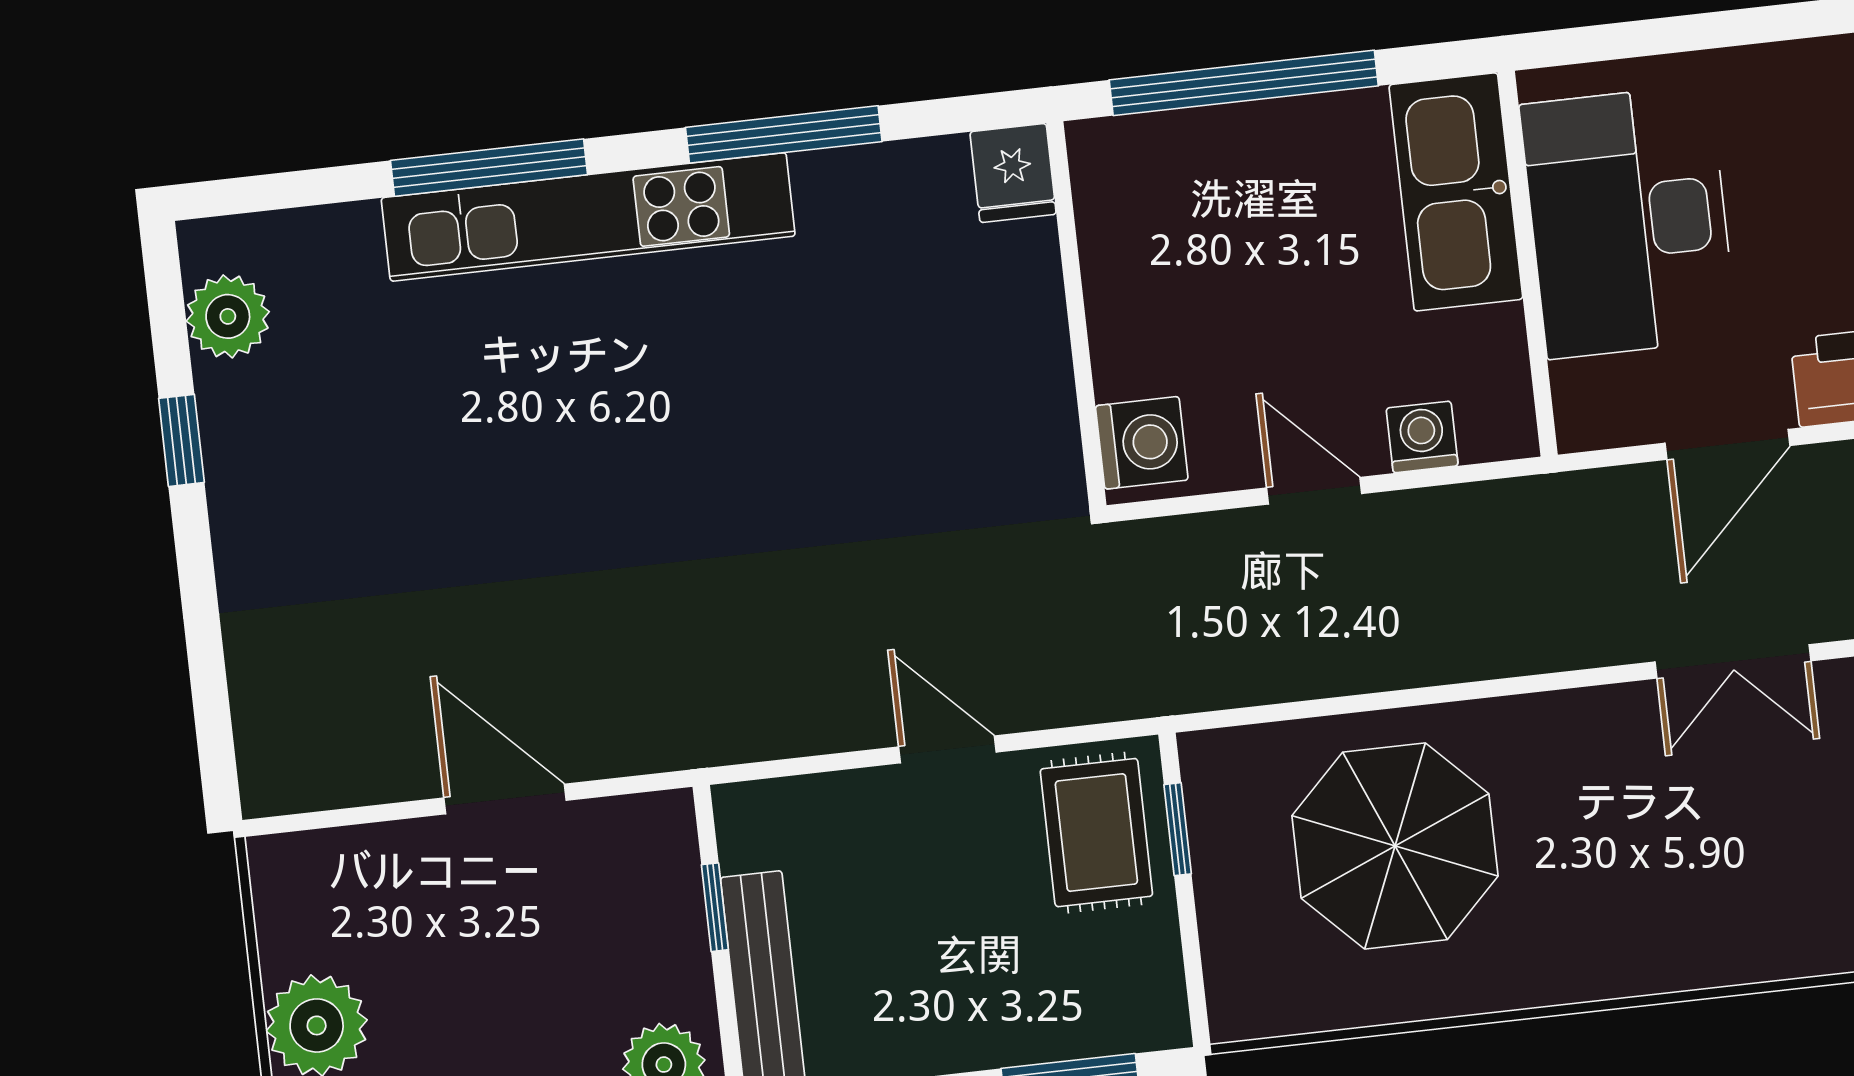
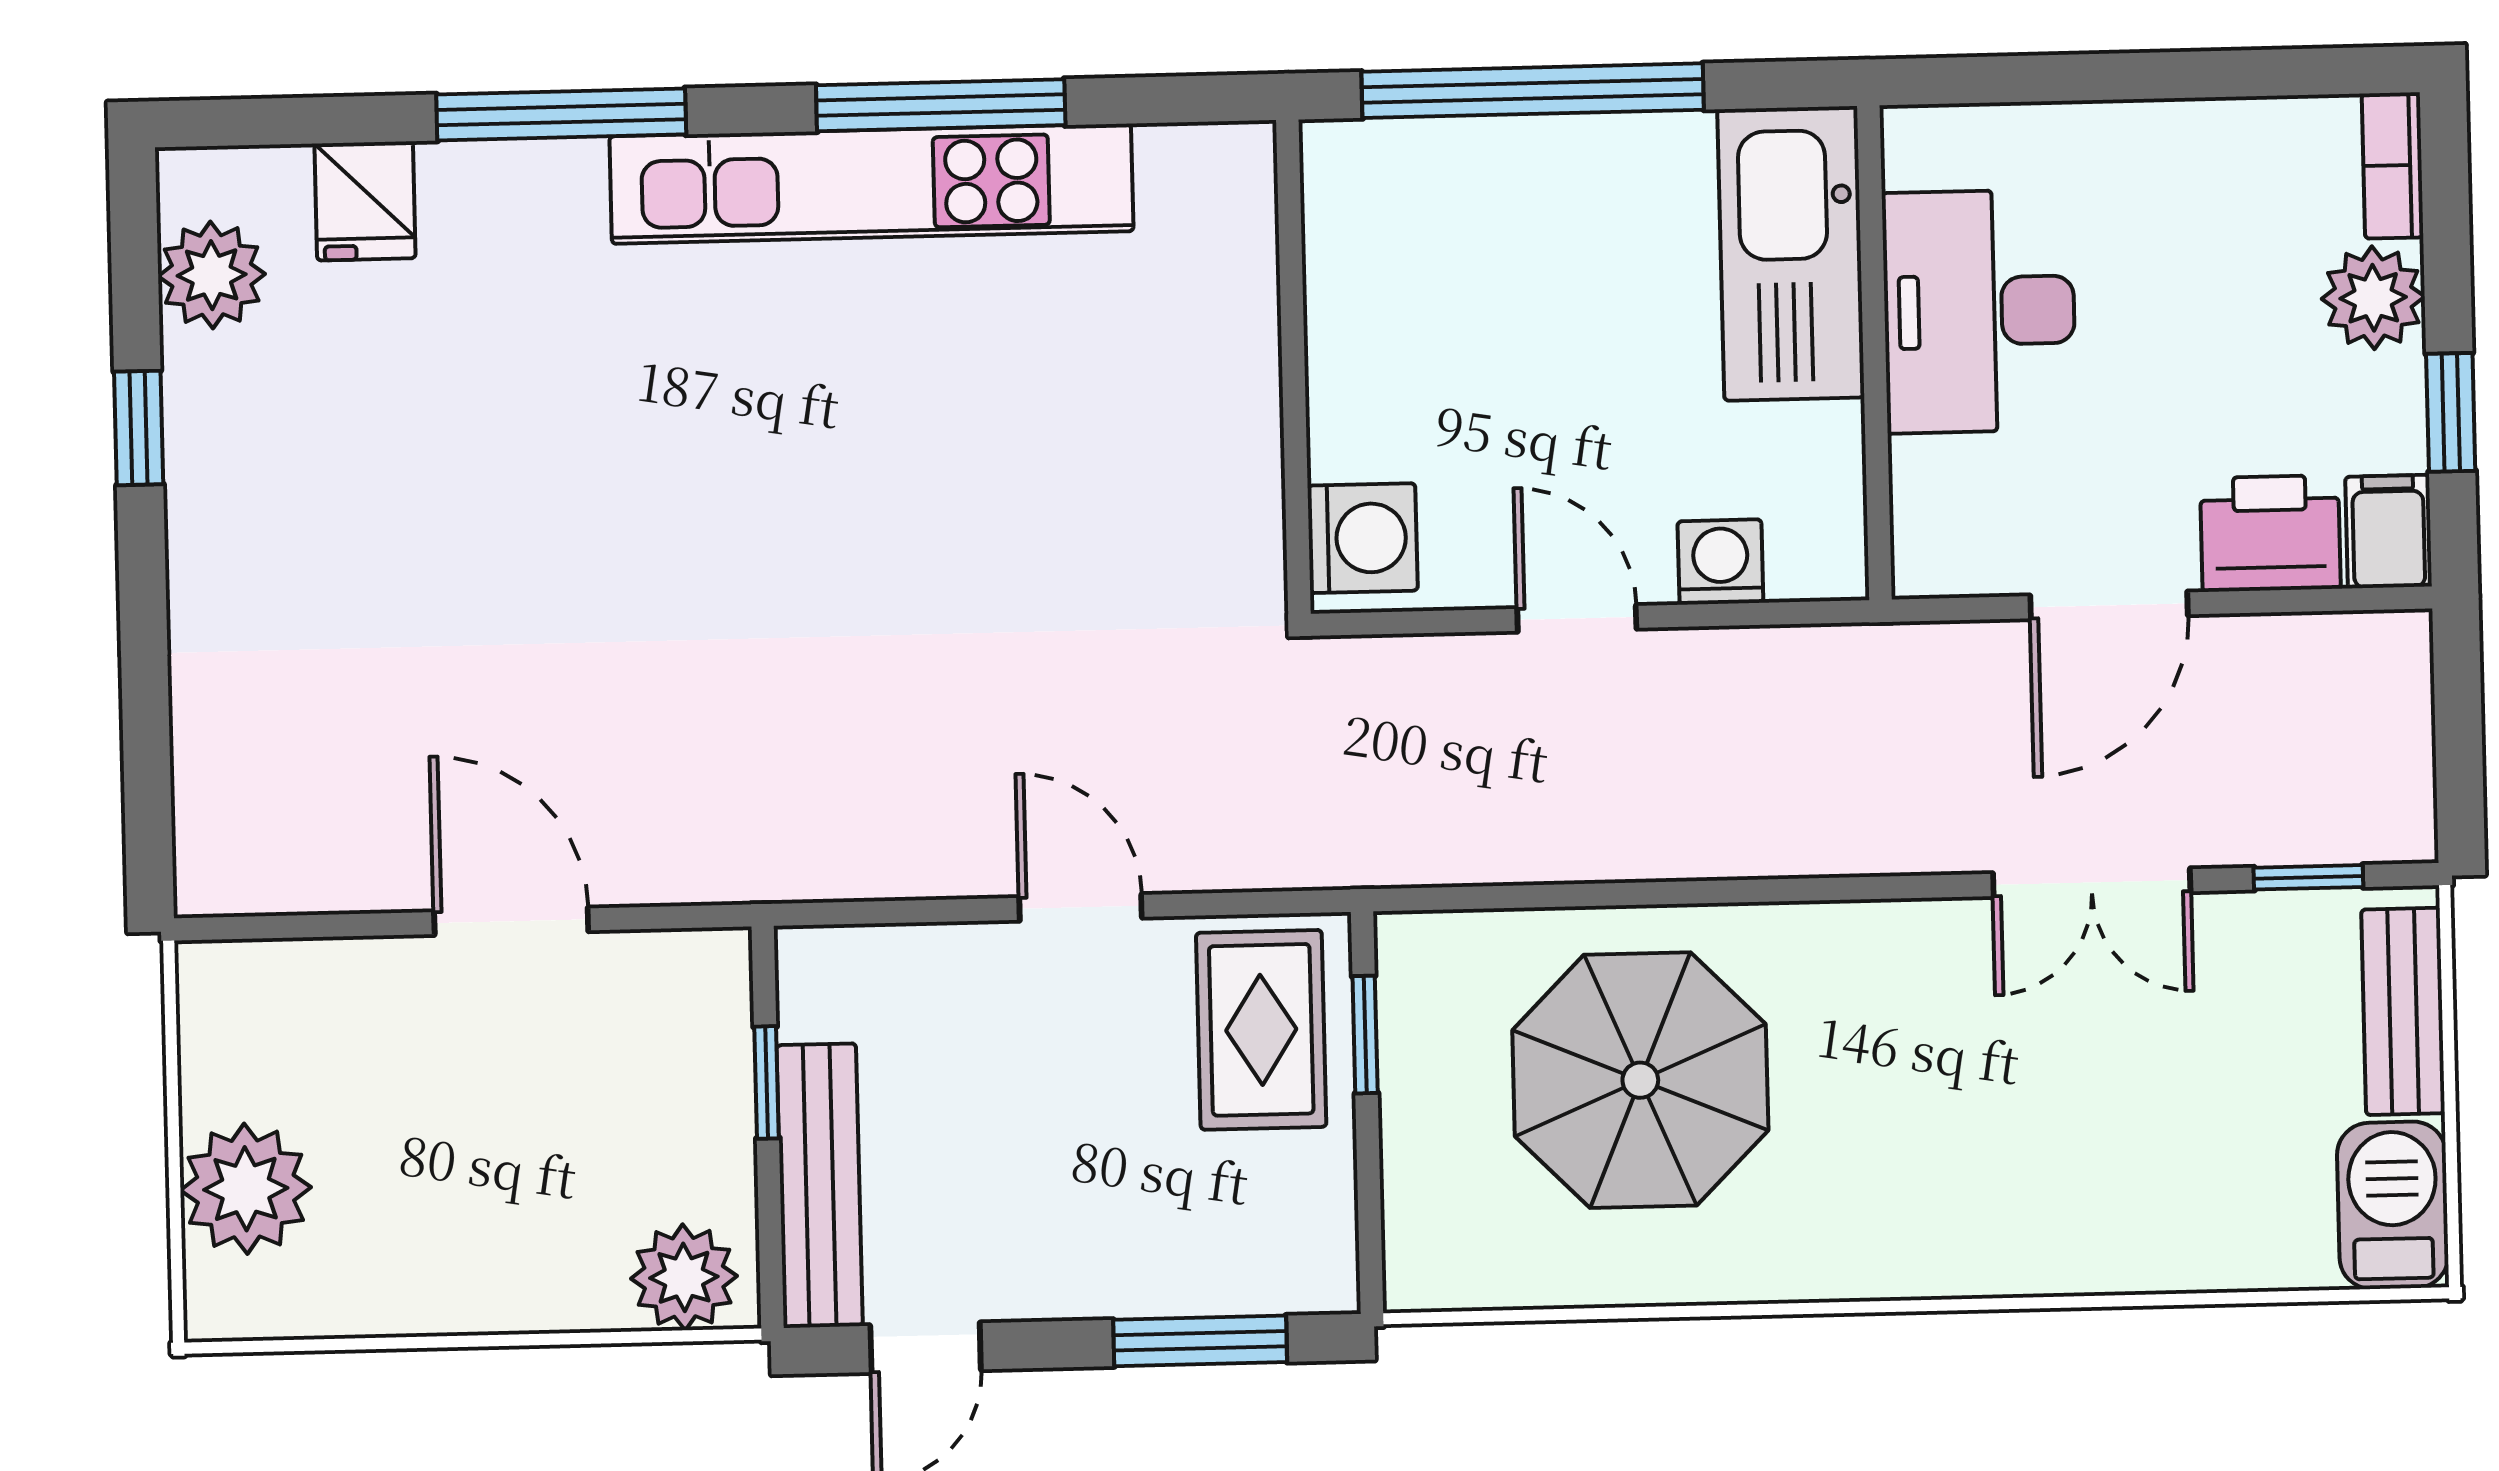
fridge: (1013, 173) -> (365, 201), moved
kitchen unit: (588, 217) -> (871, 184), moved
desk: (1629, 222) -> (1979, 311), width x0.73, depth x0.77

